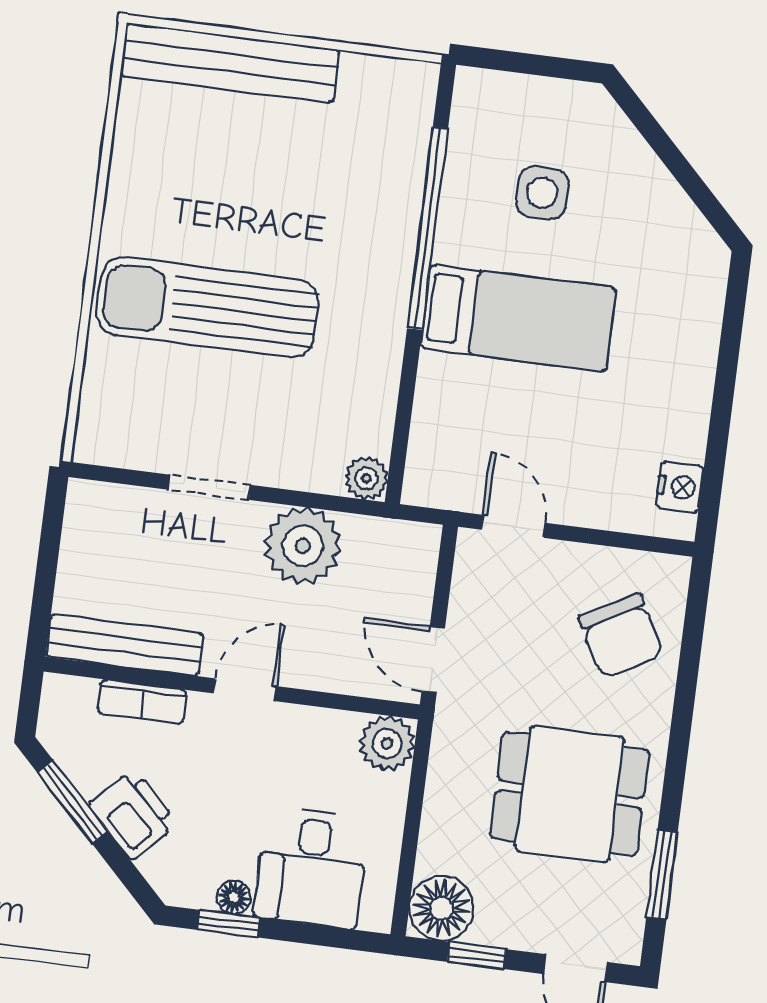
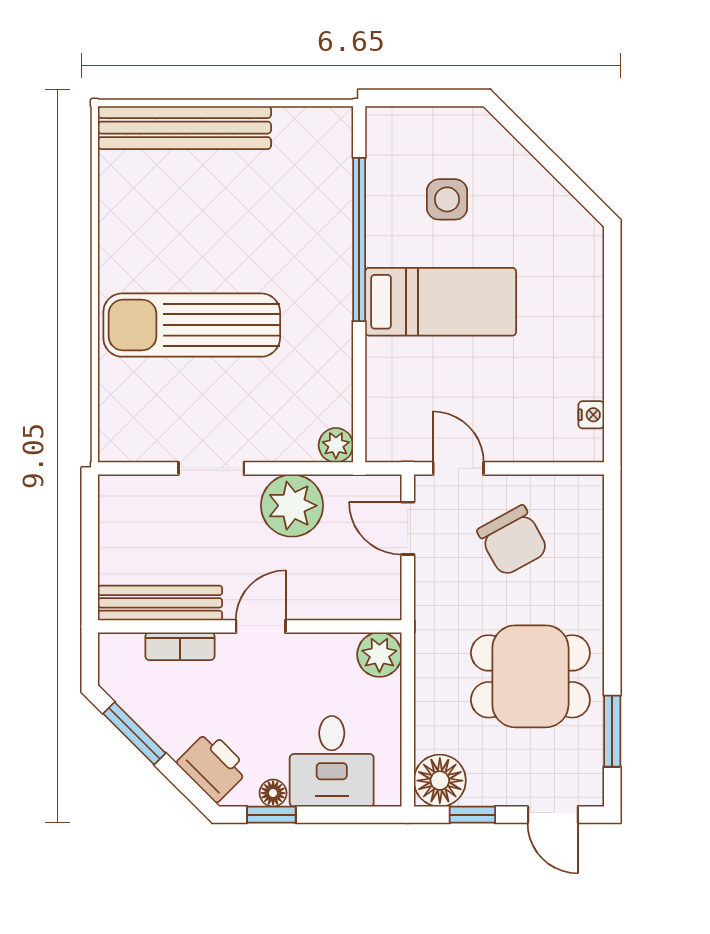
nightstand: (680, 487) -> (591, 415), width x0.72, depth x0.74
chair: (621, 636) -> (513, 541), moved
door: (433, 660) -> (408, 528), moved
printer: (133, 814) -> (213, 766), moved

